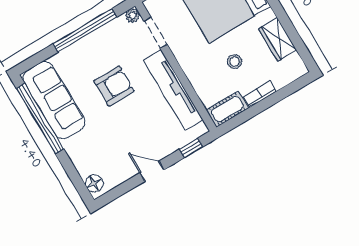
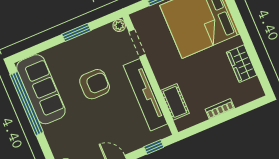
window: (85, 30) -> (76, 32), width x0.47
stool: (235, 61) -> (202, 77), removed
cot: (227, 109) -> (175, 102), moved, turned 90

